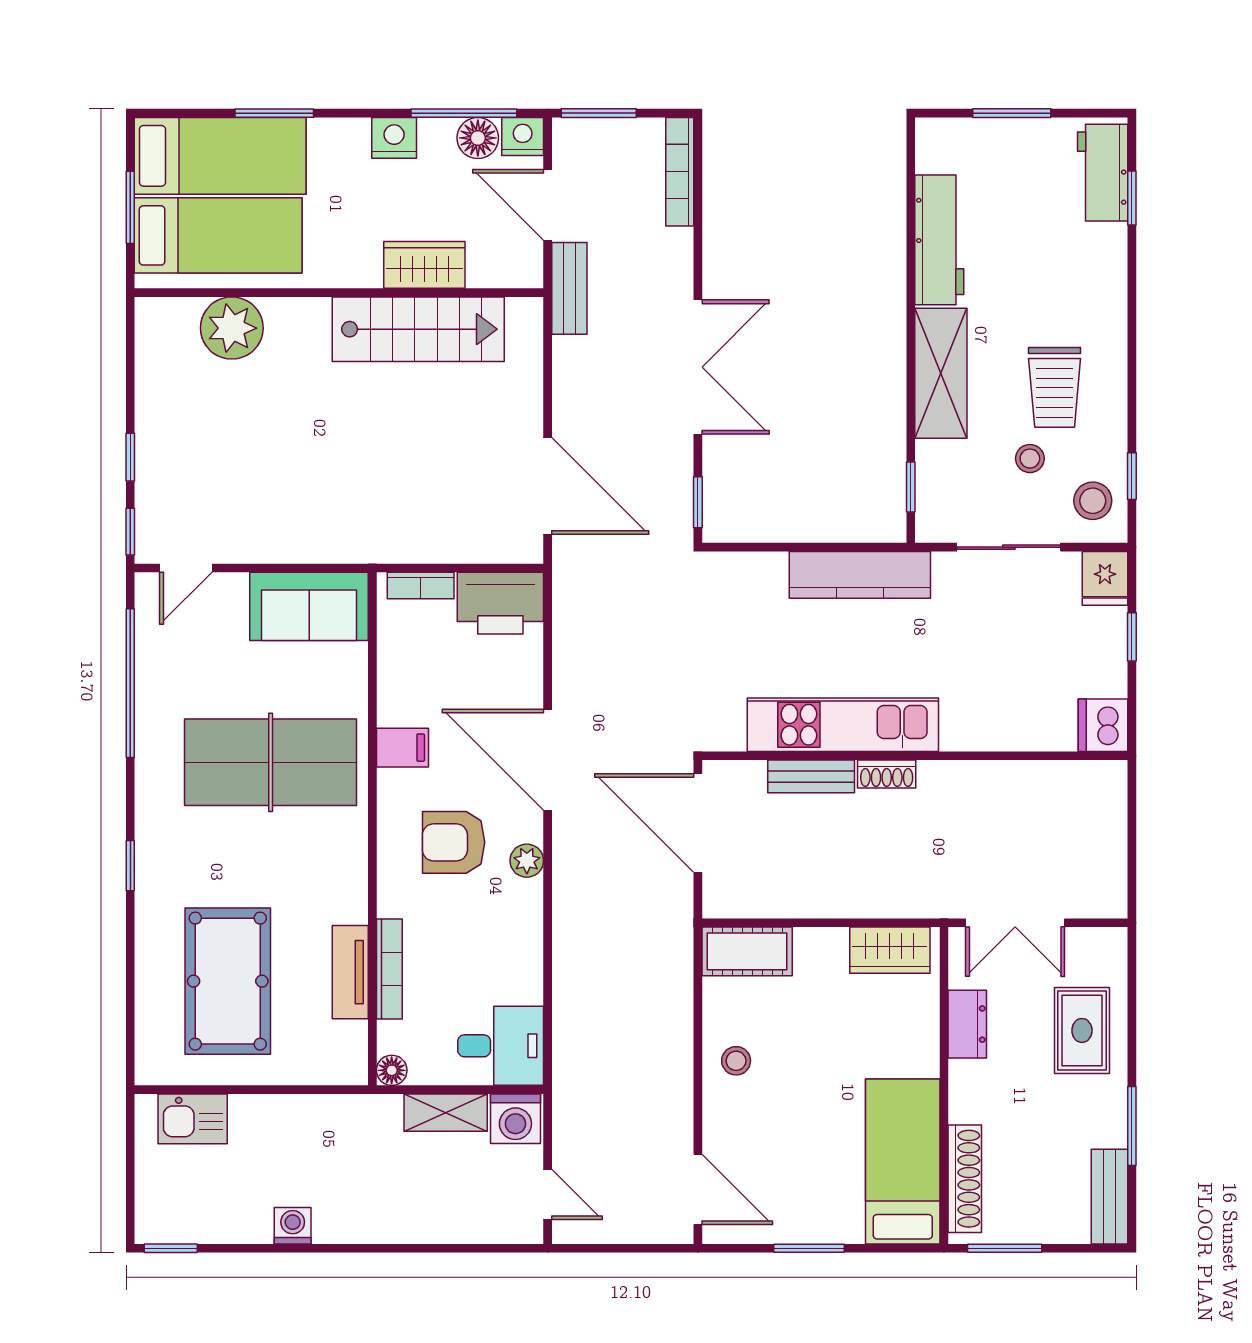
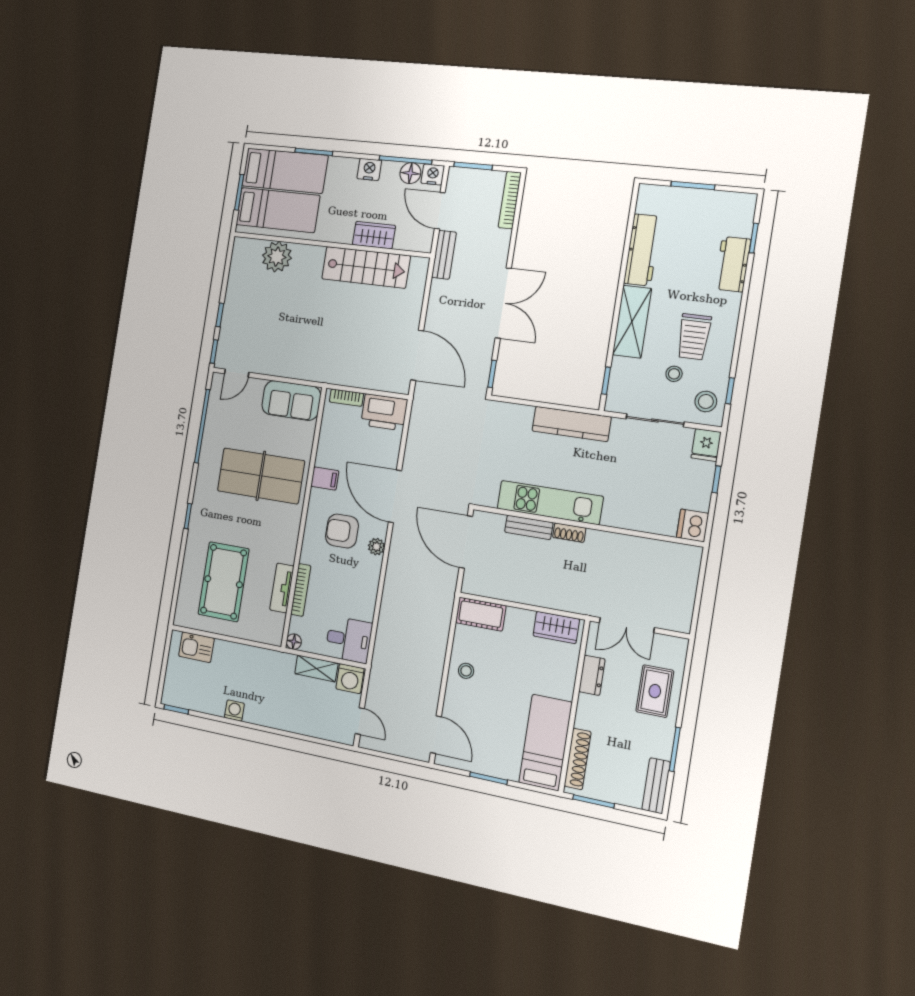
workbench: (1103, 173) -> (733, 264), moved

